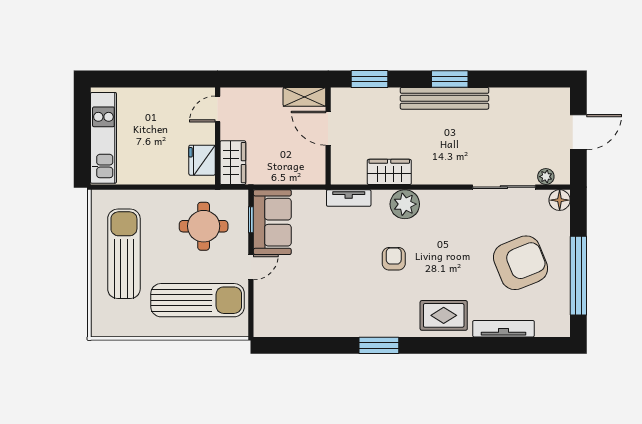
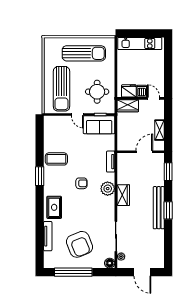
shelving: (304, 97) -> (159, 130), moved
dishwasher: (202, 134) -> (142, 91), added
wardrobe: (389, 172) -> (123, 195), moved
coffee table: (343, 311) -> (56, 159), added

